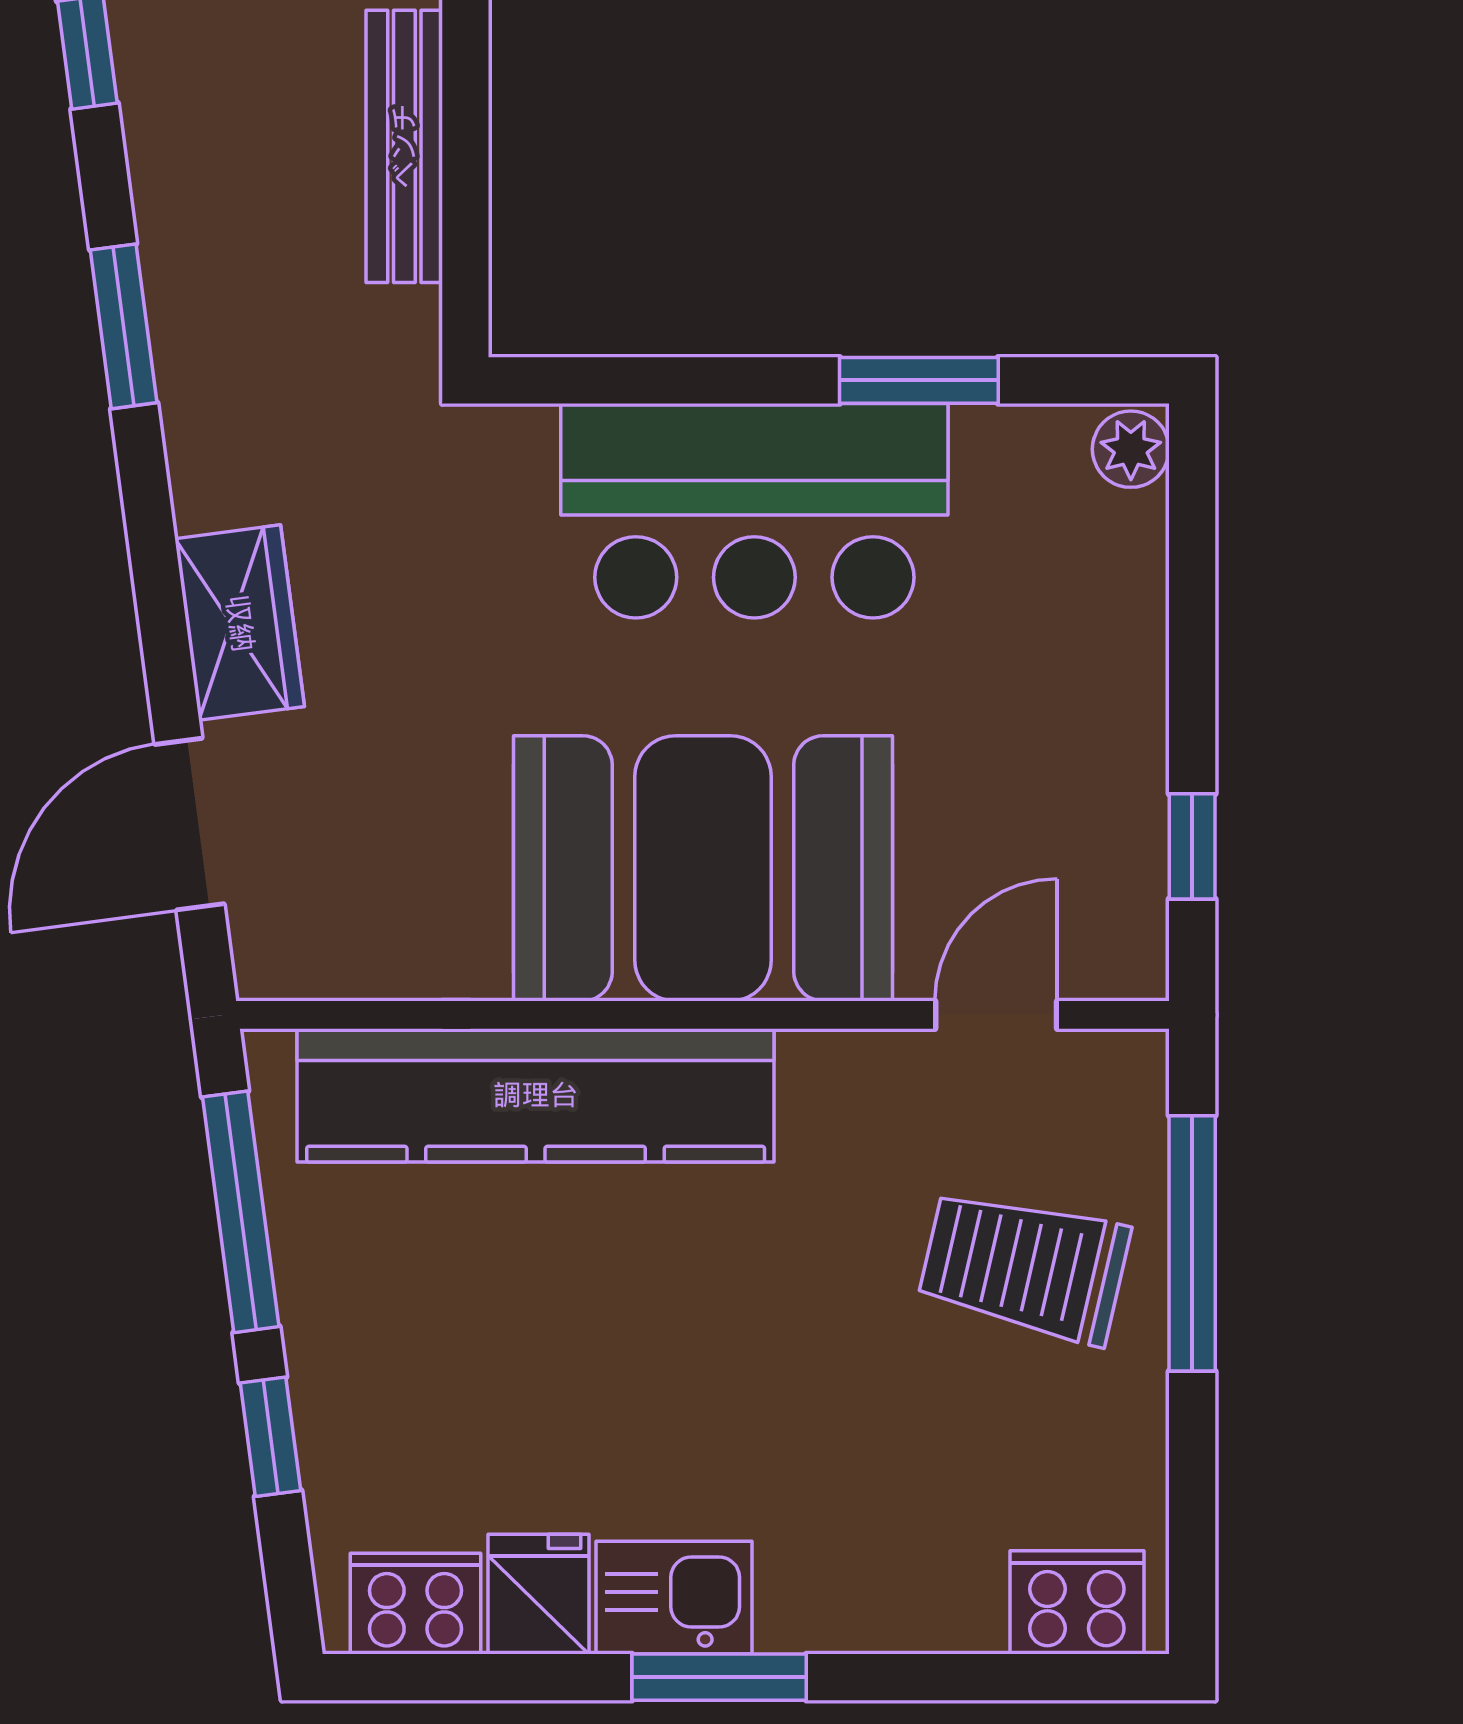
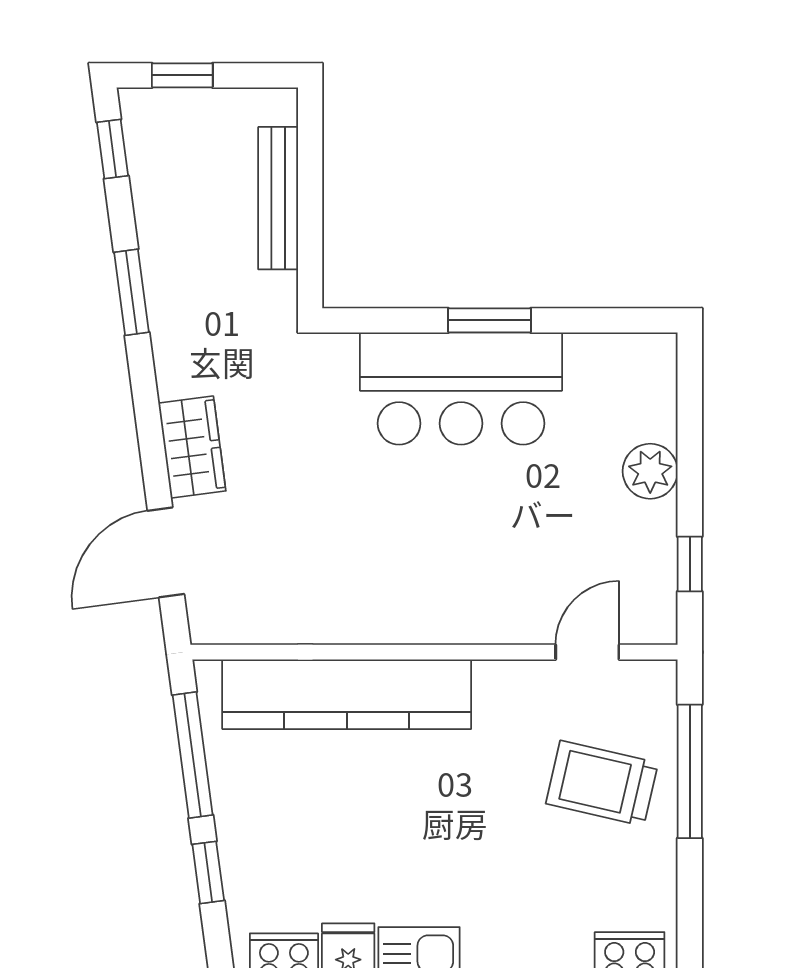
window: (919, 380) -> (490, 320), moved
plant: (1131, 449) -> (650, 471), moved, width x1.38, depth x1.38
booth: (703, 868) -> (434, 575), removed

